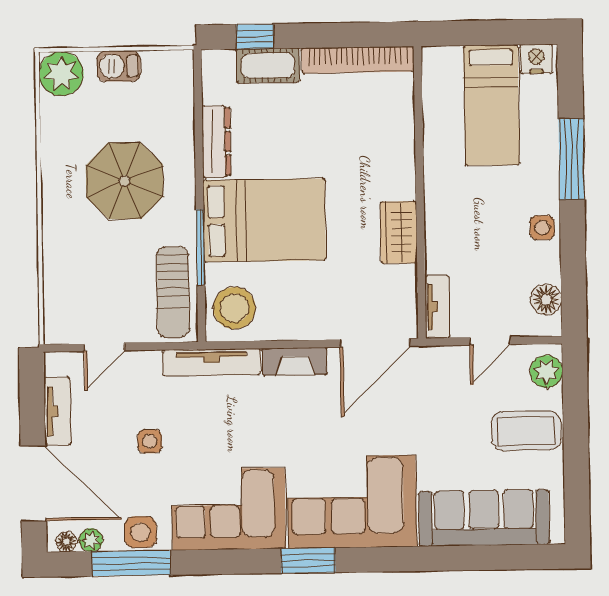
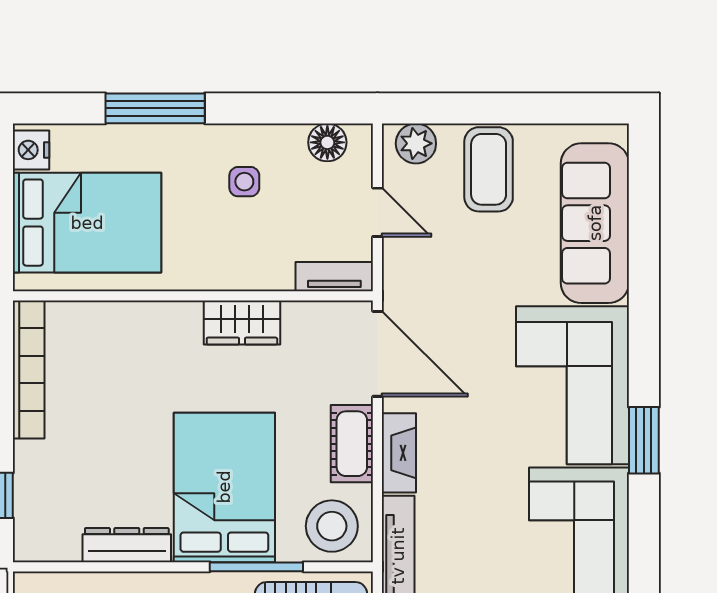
cot: (268, 65) -> (352, 444), moved
bed: (491, 105) -> (87, 223), width x1.50
side table: (542, 228) -> (244, 182), moved

